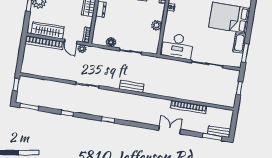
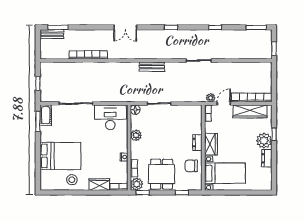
door: (71, 41) -> (224, 104), hinge flipped
floor lamp: (111, 42) -> (135, 110), moved
cot: (239, 43) -> (46, 115), moved
double door: (170, 130) -> (125, 27), moved

